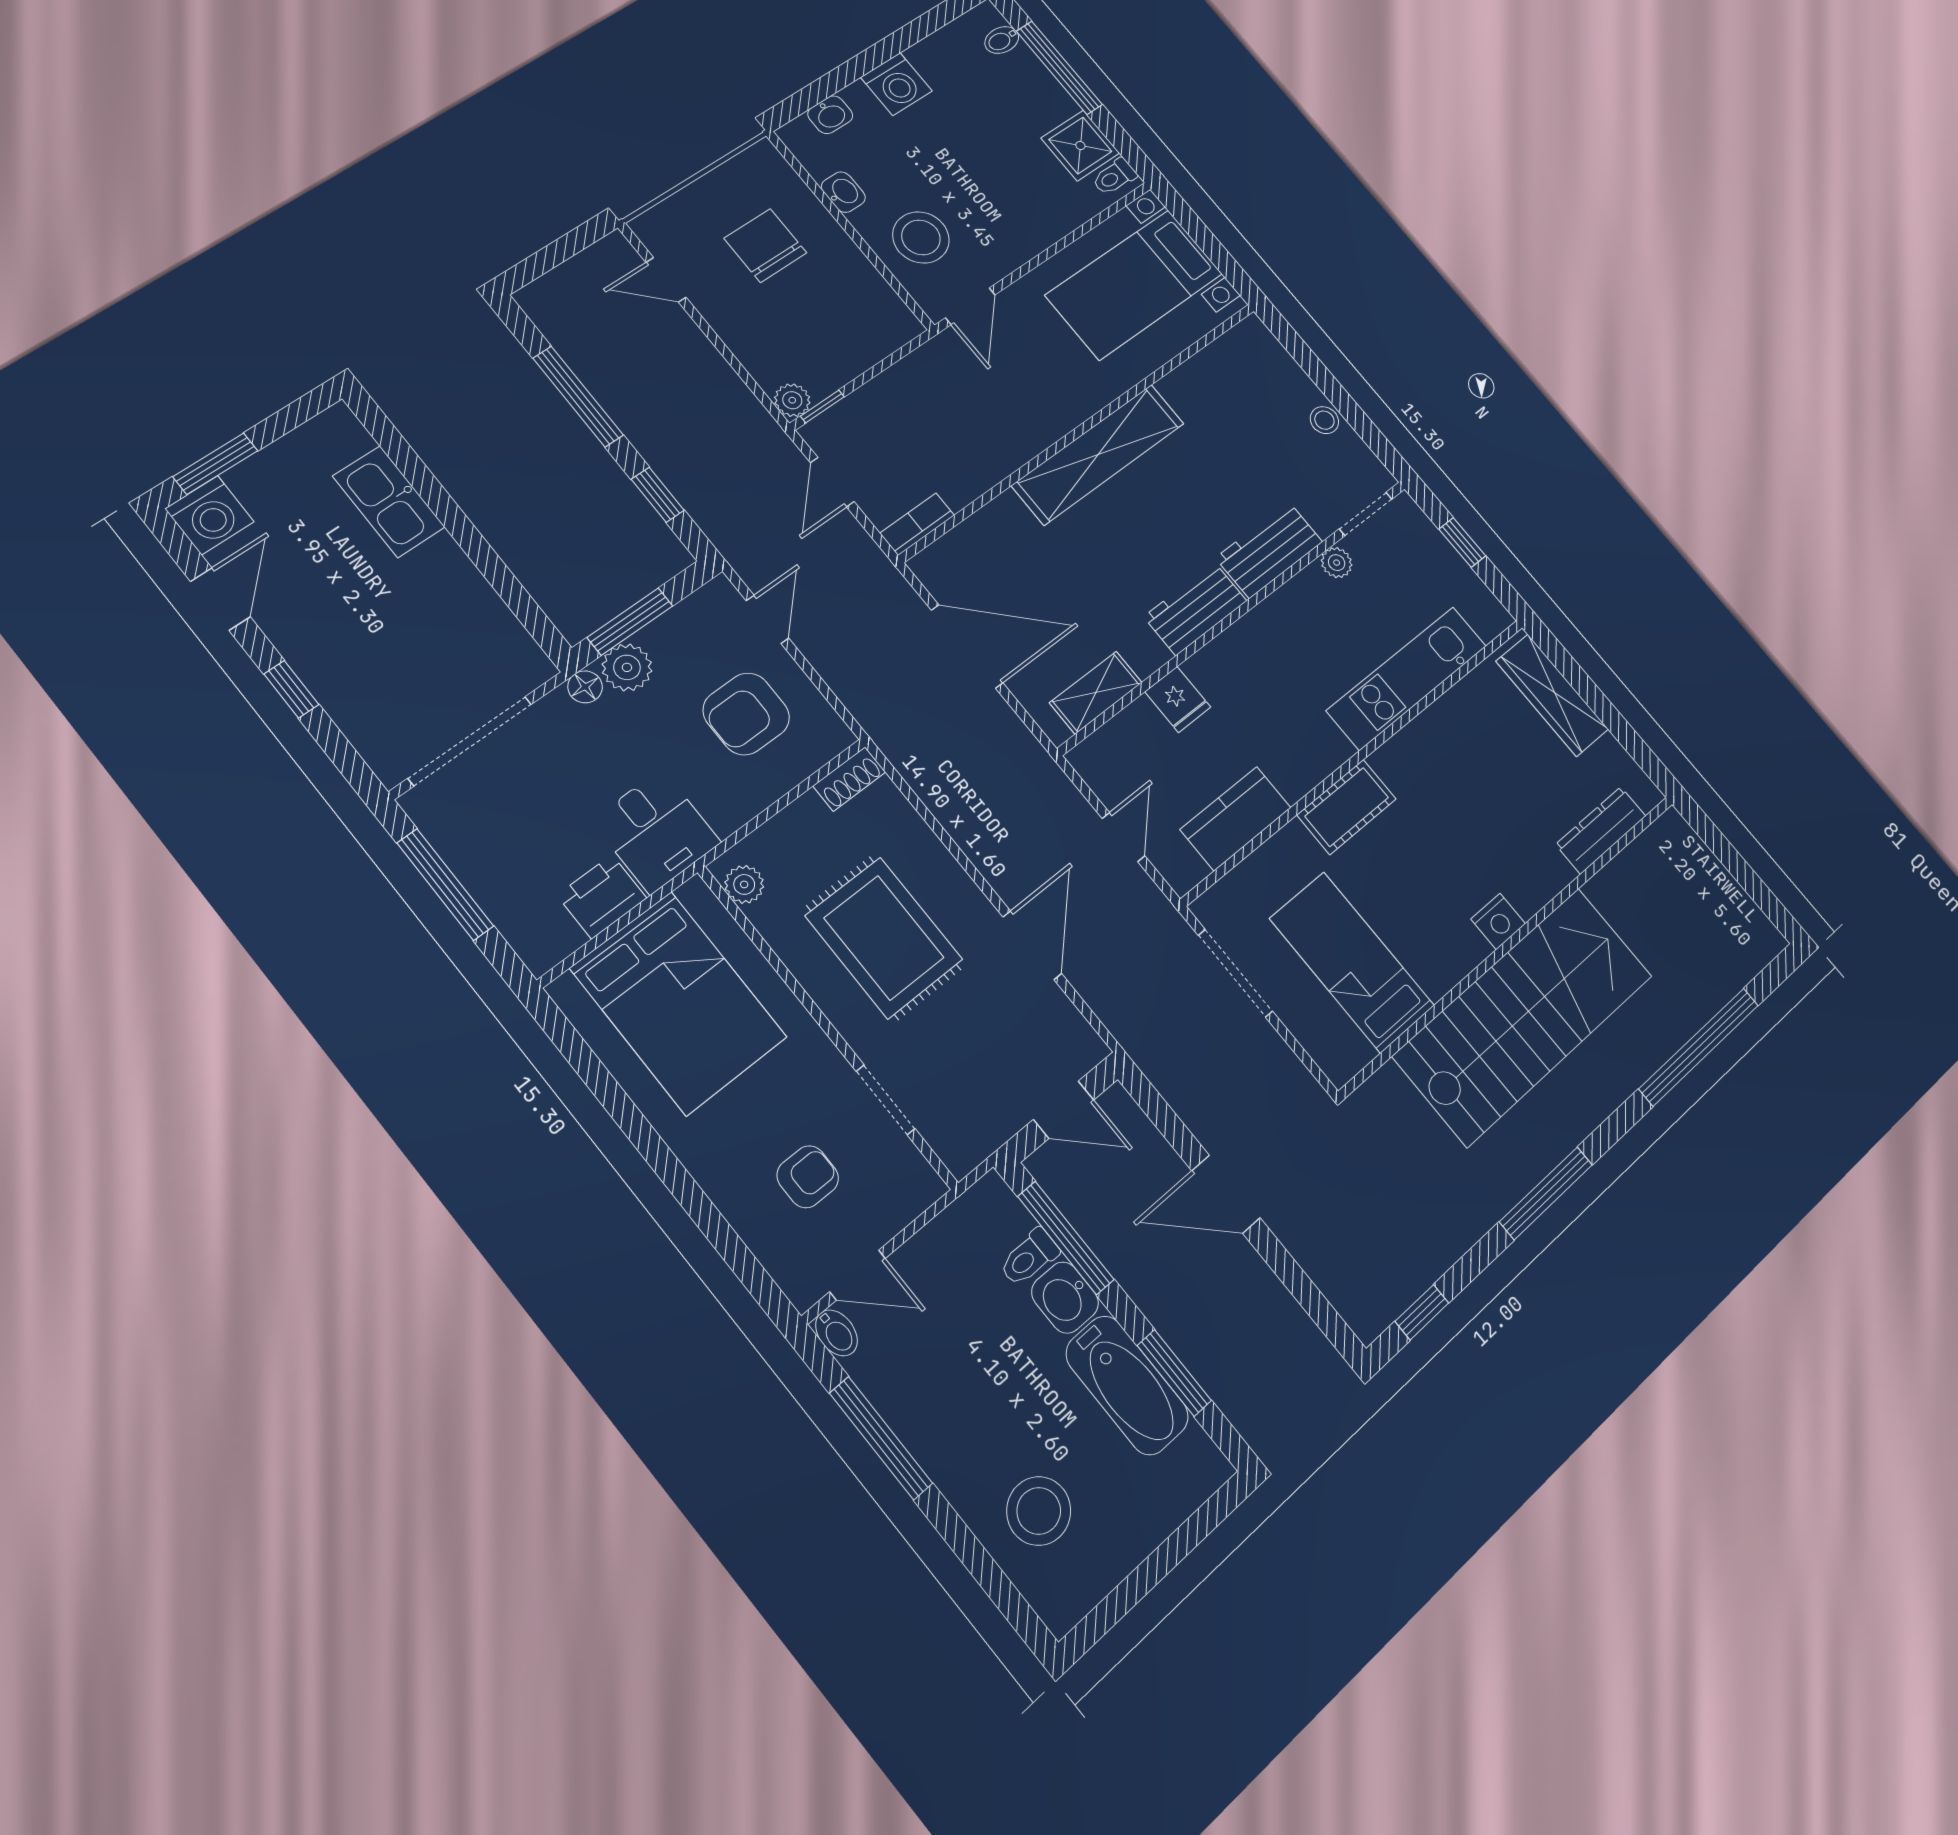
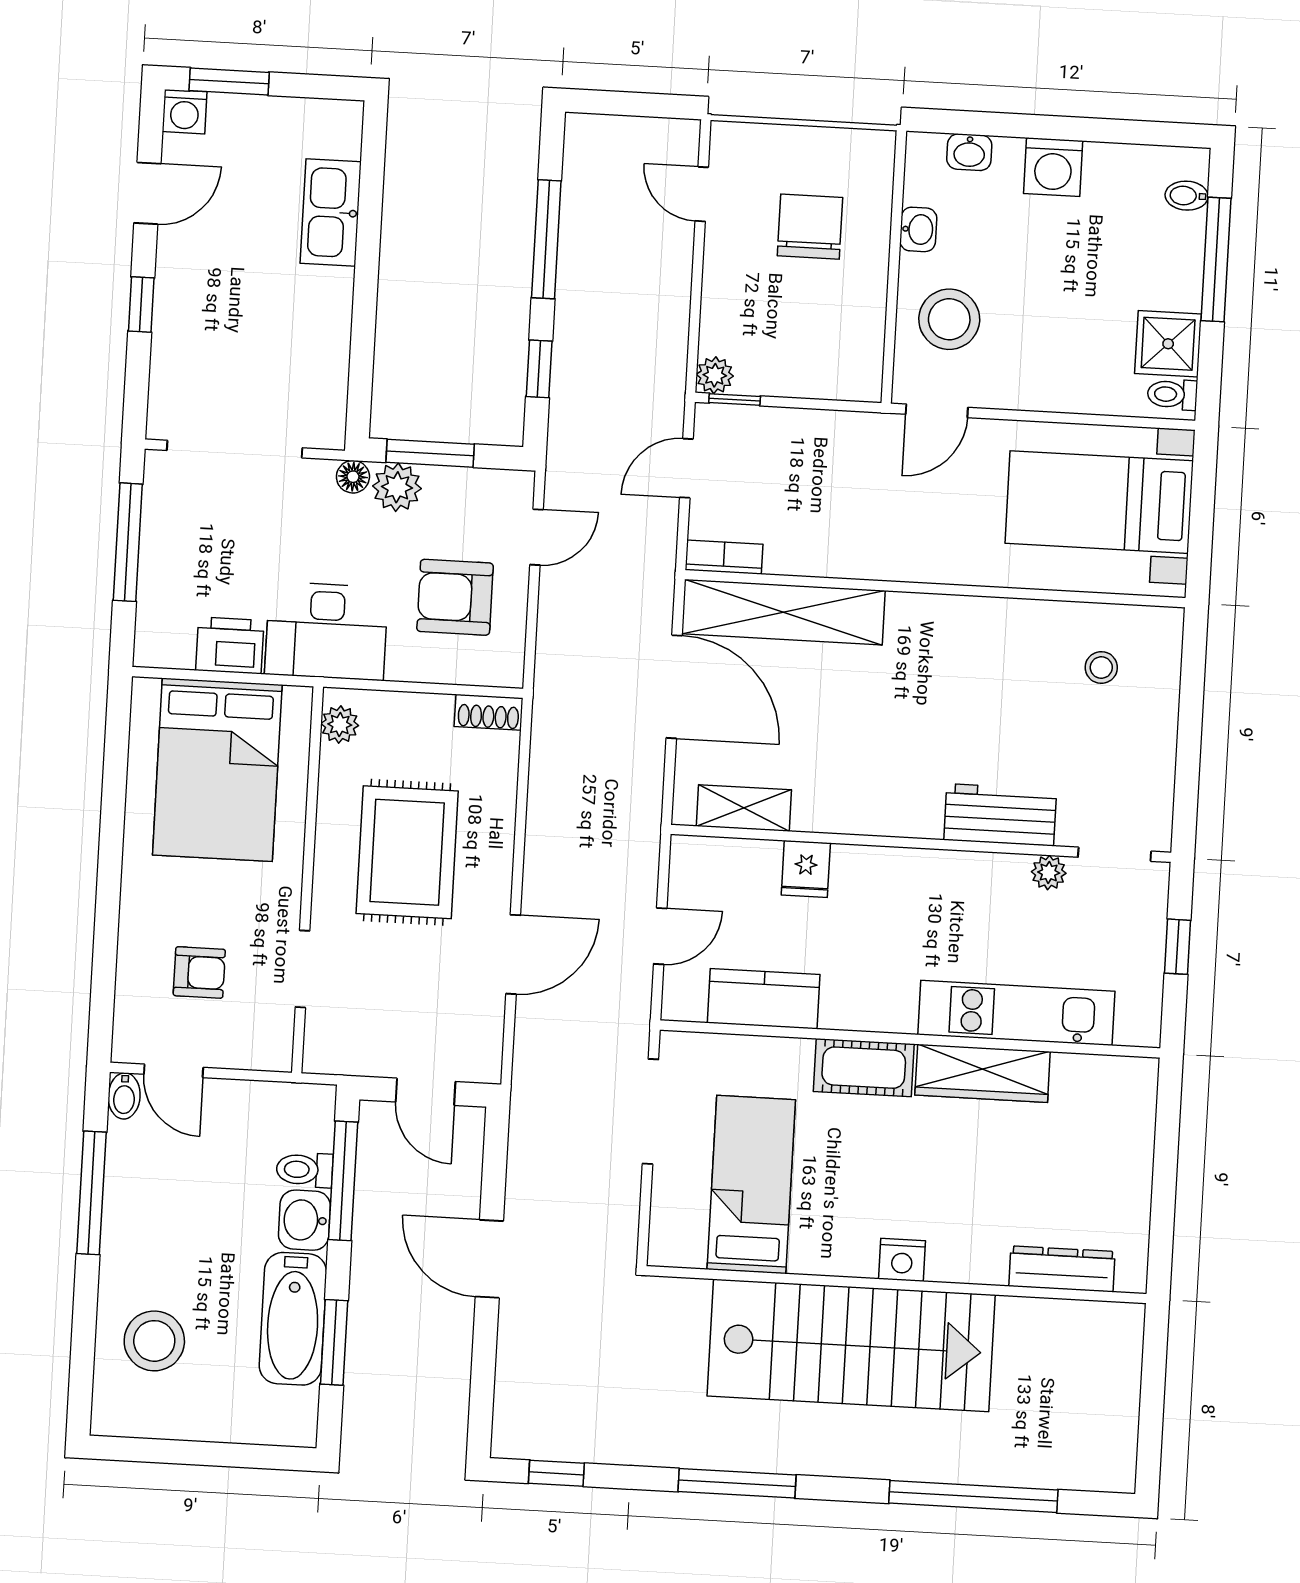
stool: (1324, 420) -> (1101, 667), moved
shelving: (1098, 454) -> (783, 612), moved
washing machine: (210, 515) -> (185, 112), width x0.73, depth x0.73
workbench: (1195, 609) -> (890, 810), removed
wardrobe: (1552, 695) -> (983, 1073), moved, turned -90
desk: (656, 831) -> (326, 631), width x1.37

